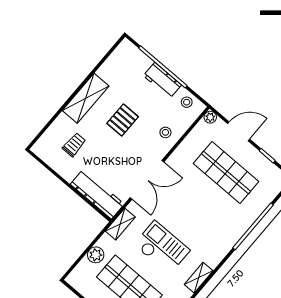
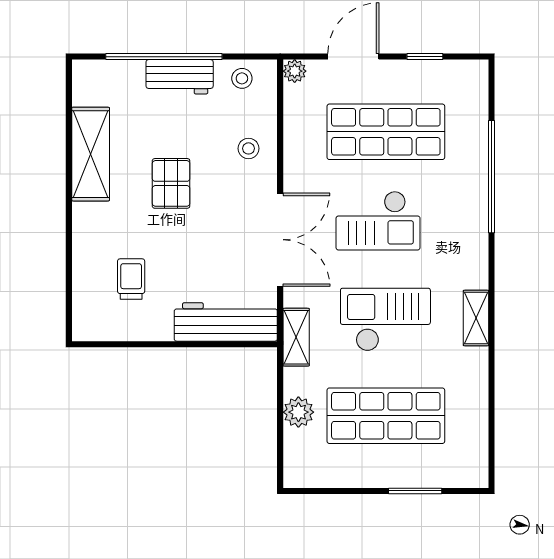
shelving: (86, 98) -> (91, 154), moved
checkout: (193, 205) -> (378, 221), added

